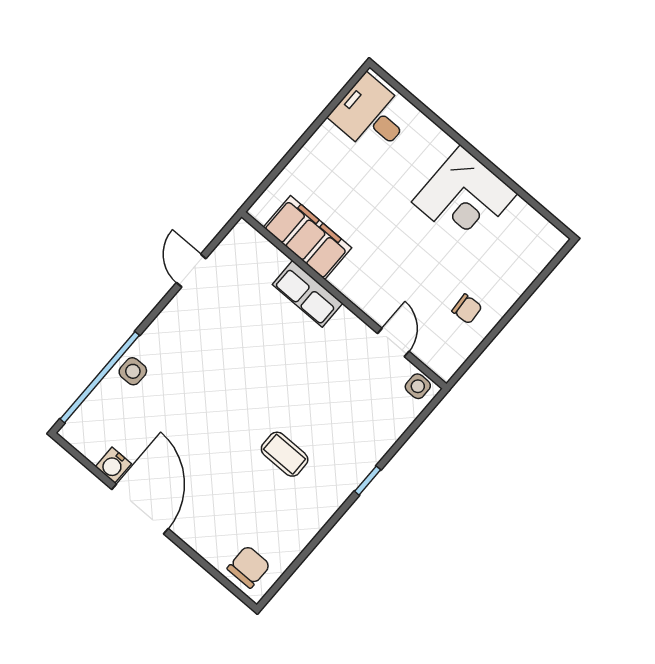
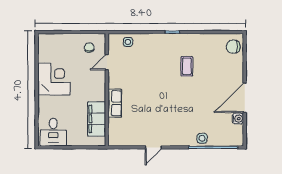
filing cabinet: (307, 238) -> (97, 119), moved
row of seats: (308, 294) -> (115, 103), moved
wall: (344, 300) -> (107, 90), moved
door: (393, 342) -> (107, 62), moved

